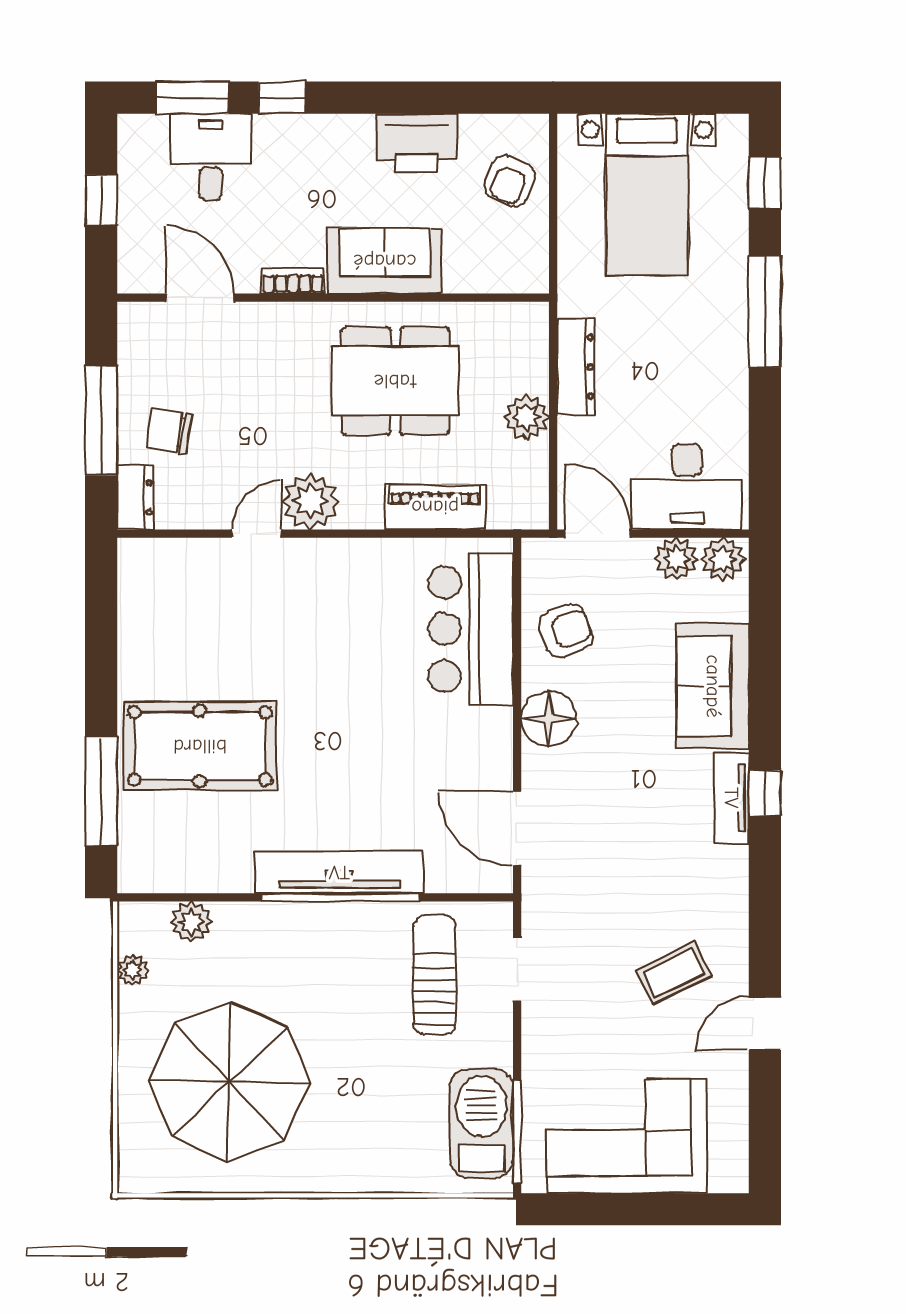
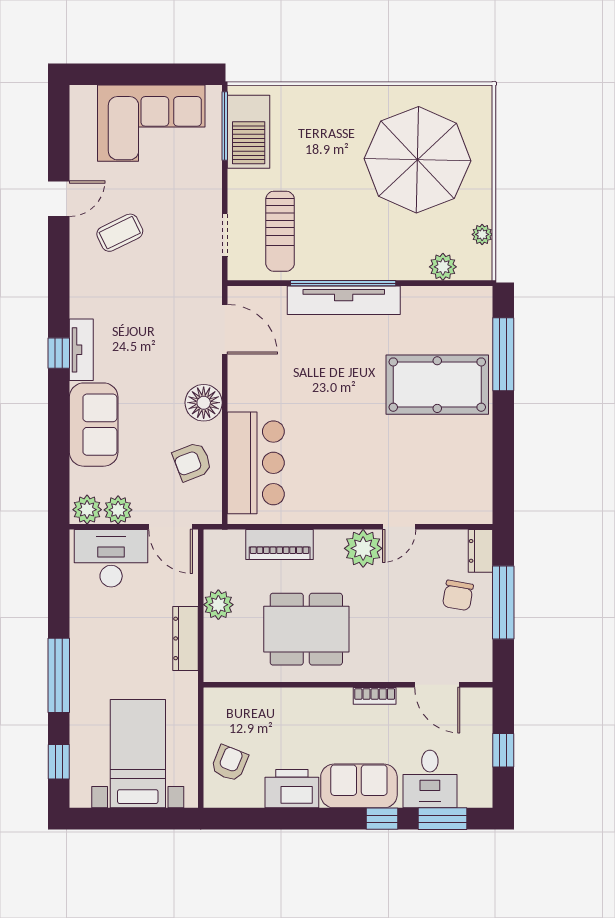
sofa: (385, 261) -> (359, 786), moved, turned 180
chair: (169, 431) -> (458, 595), turned 92

